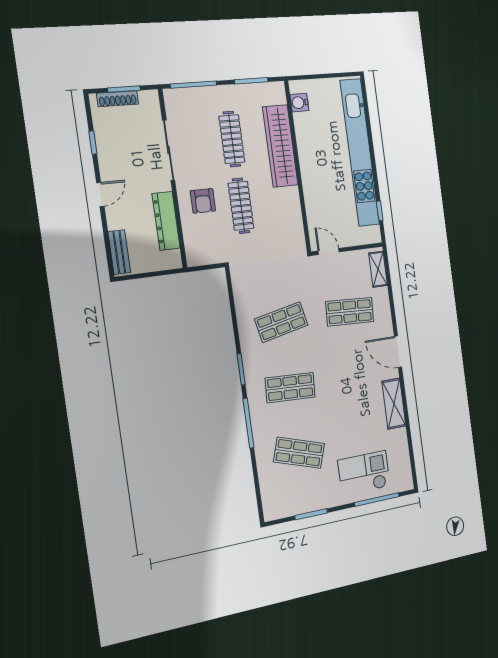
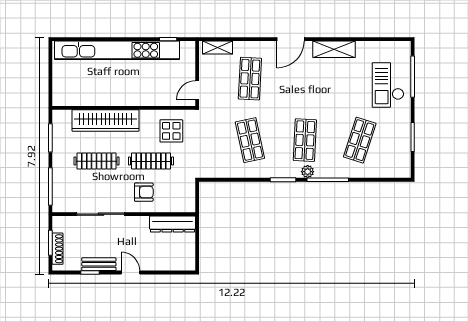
water cooler: (299, 103) -> (71, 99), removed
dresser: (166, 221) -> (173, 224), moved
display table: (279, 226) -> (171, 131), added
bench: (119, 252) -> (99, 264), moved
plant: (255, 397) -> (308, 172), added

